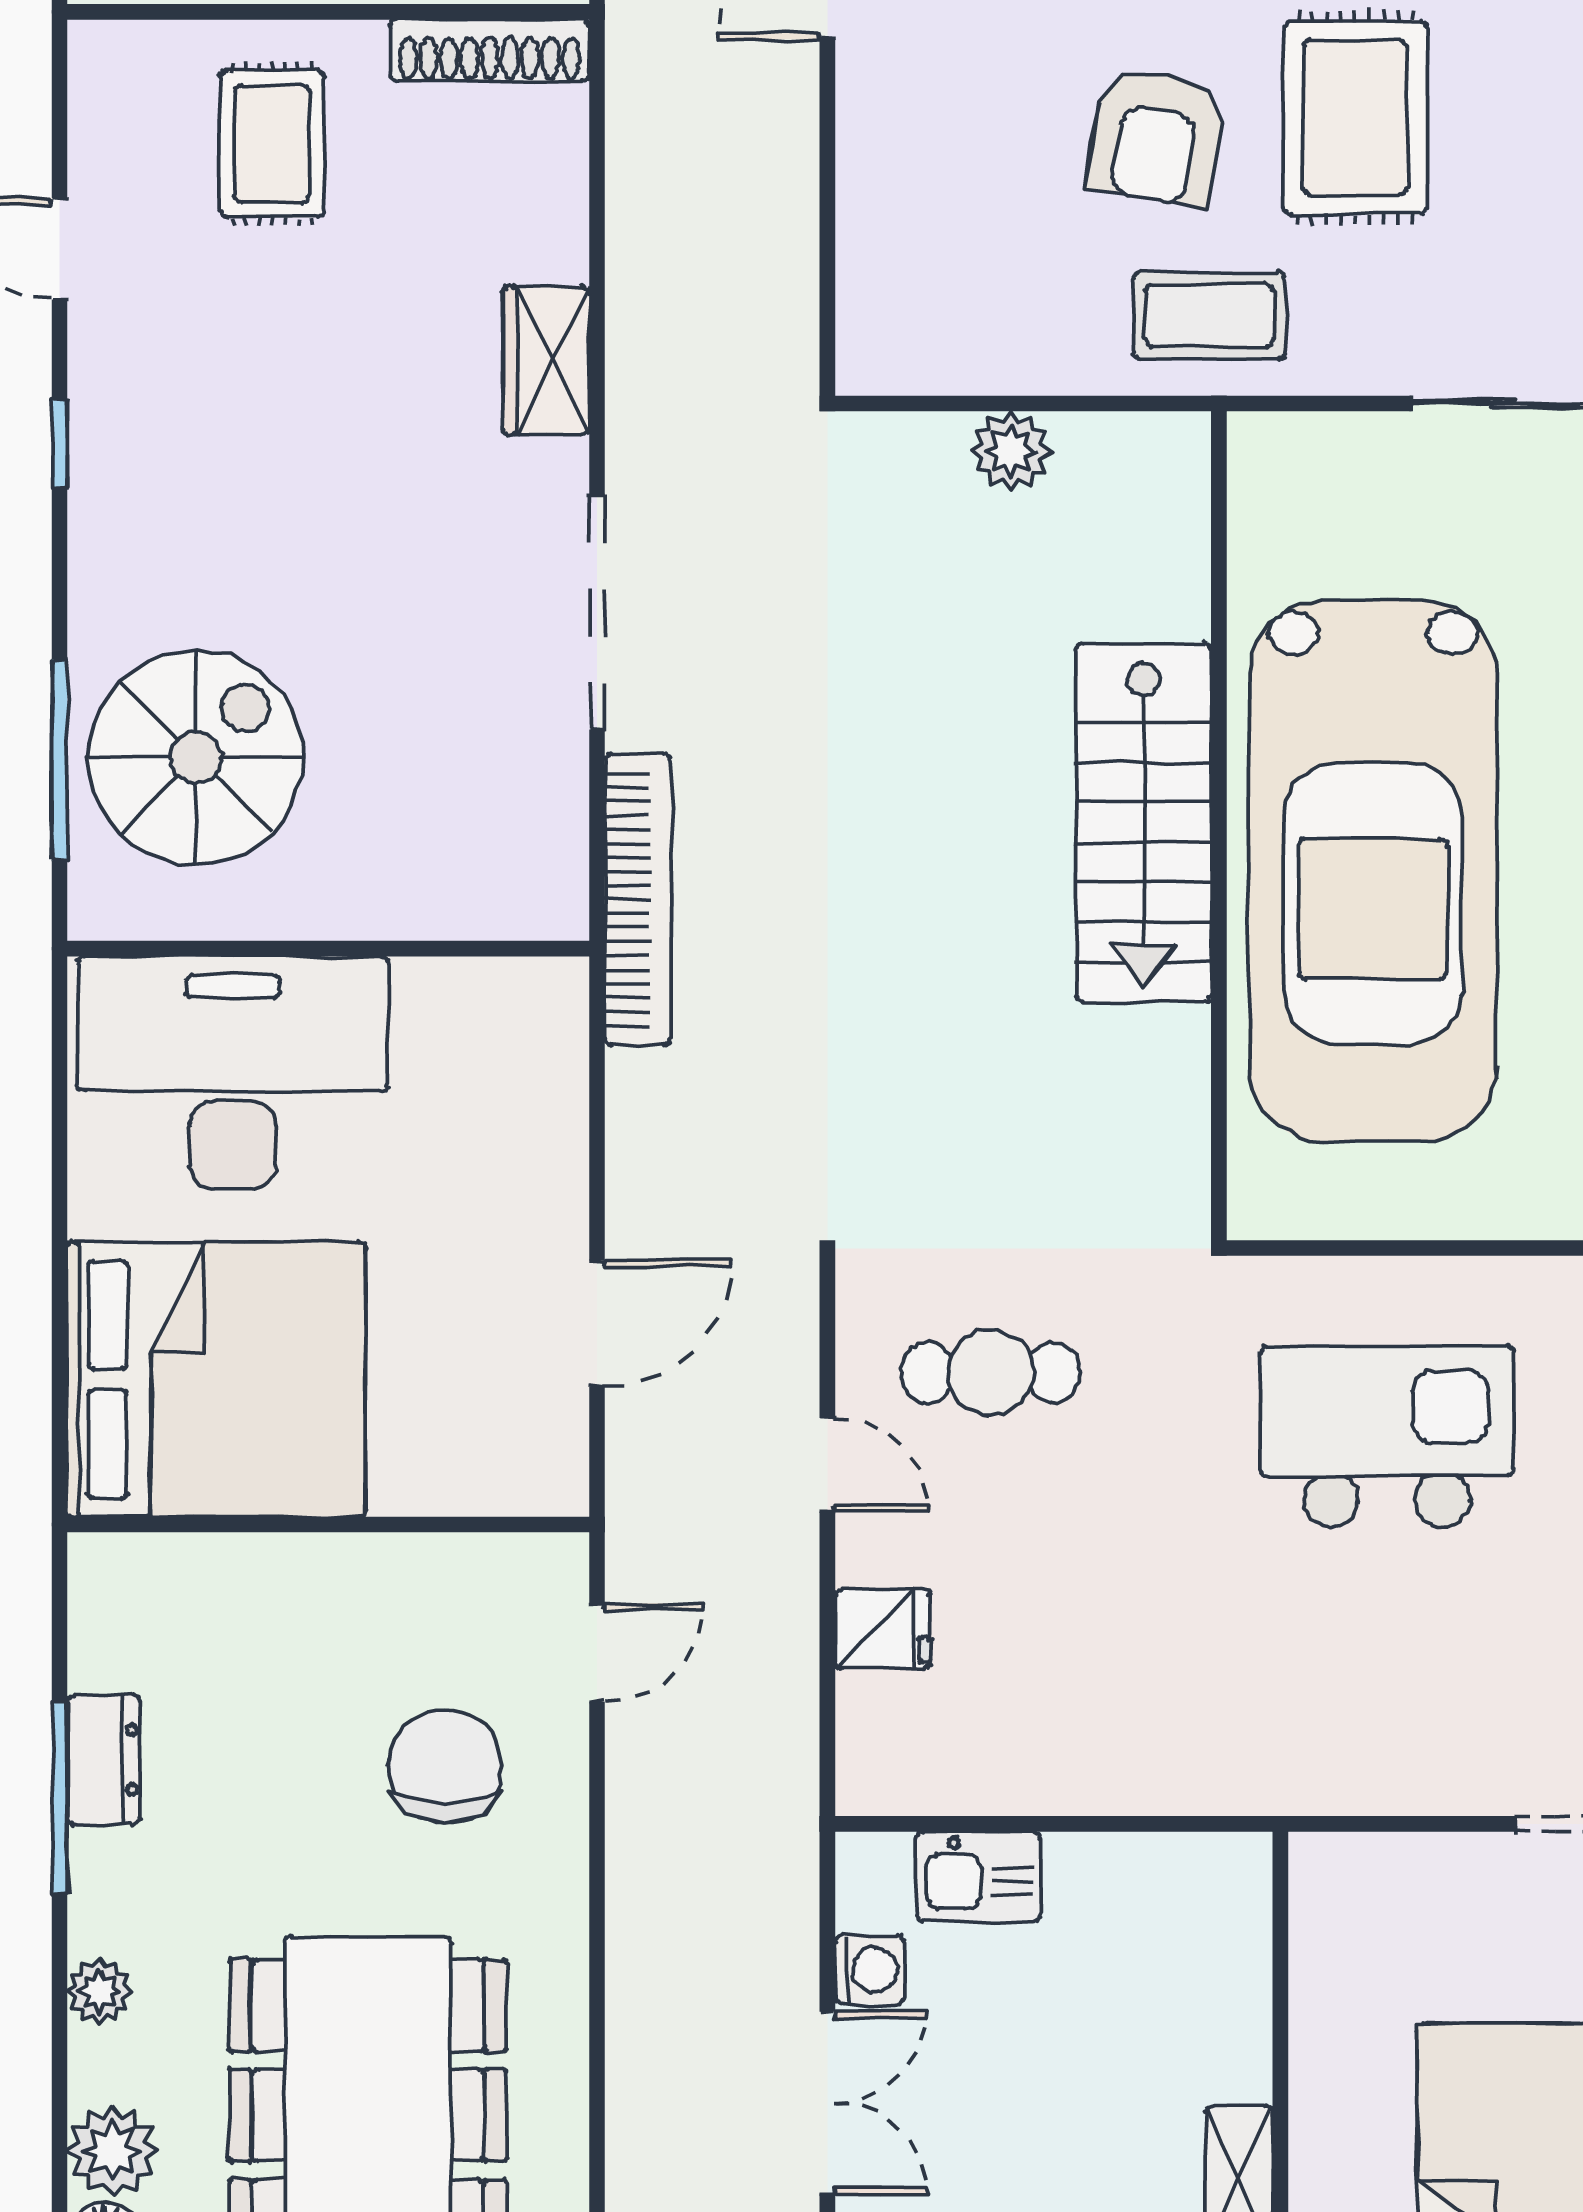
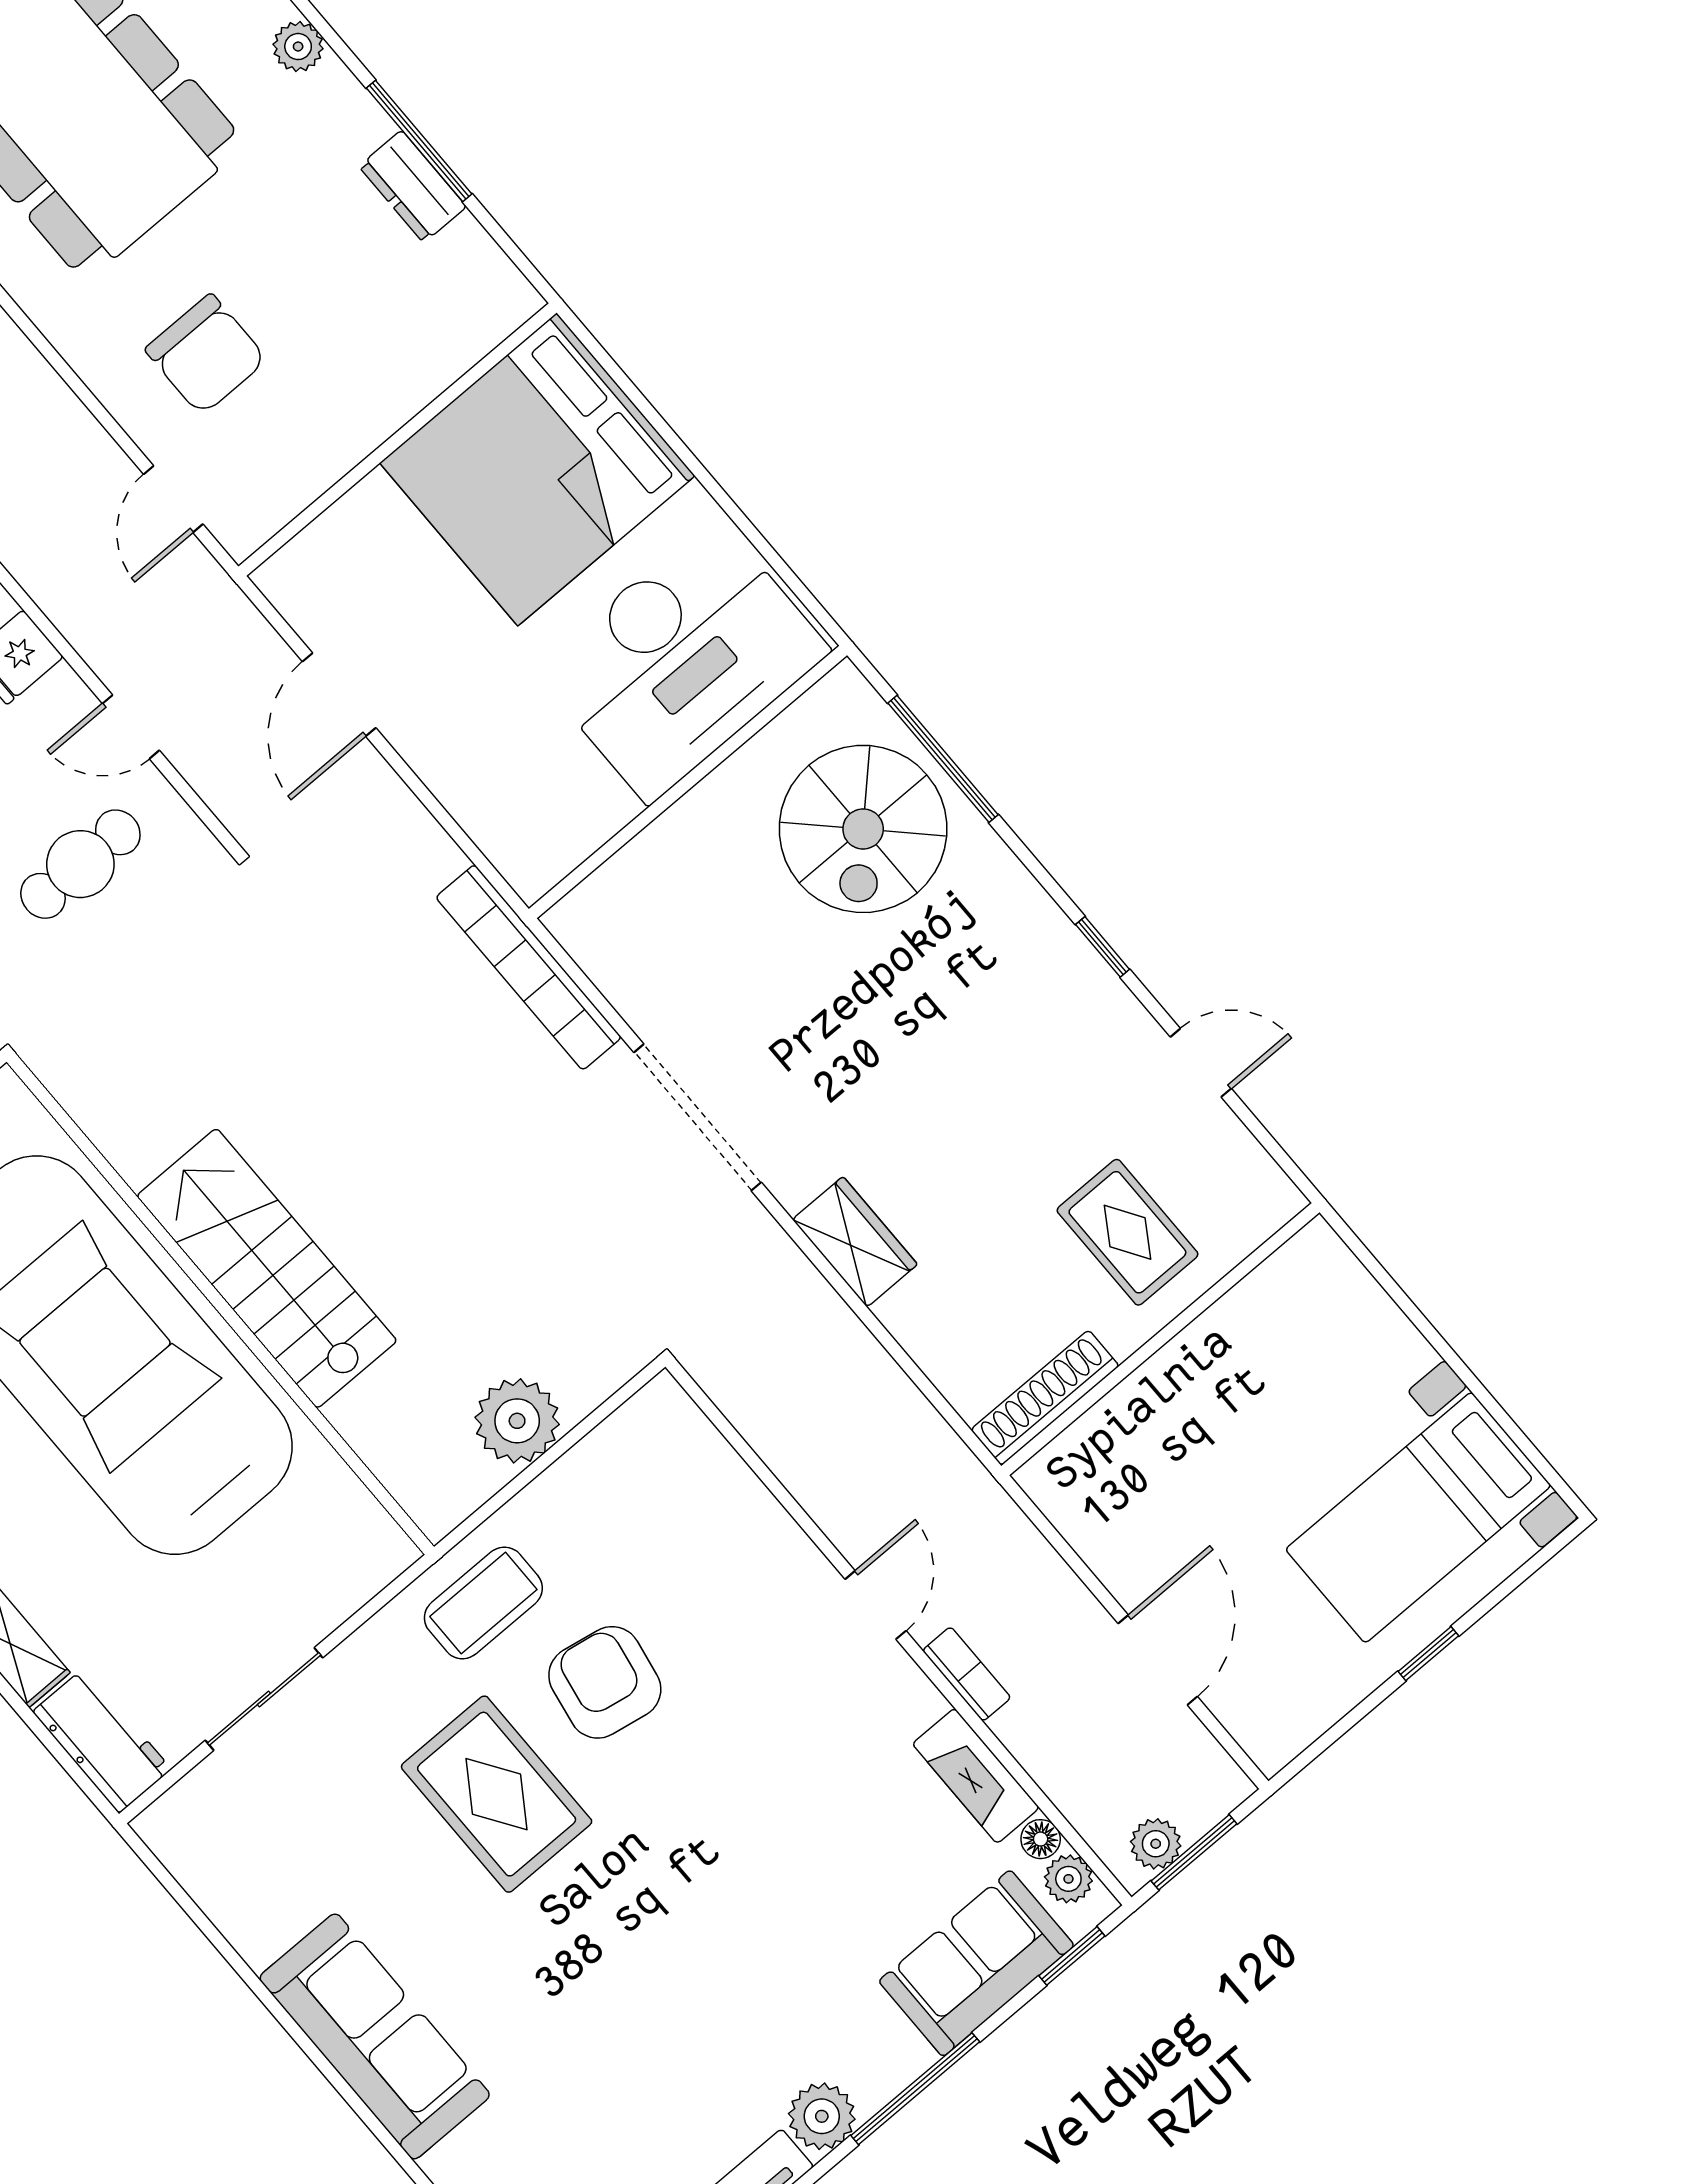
plant: (1011, 451) -> (517, 1421), width x1.36, depth x1.36

